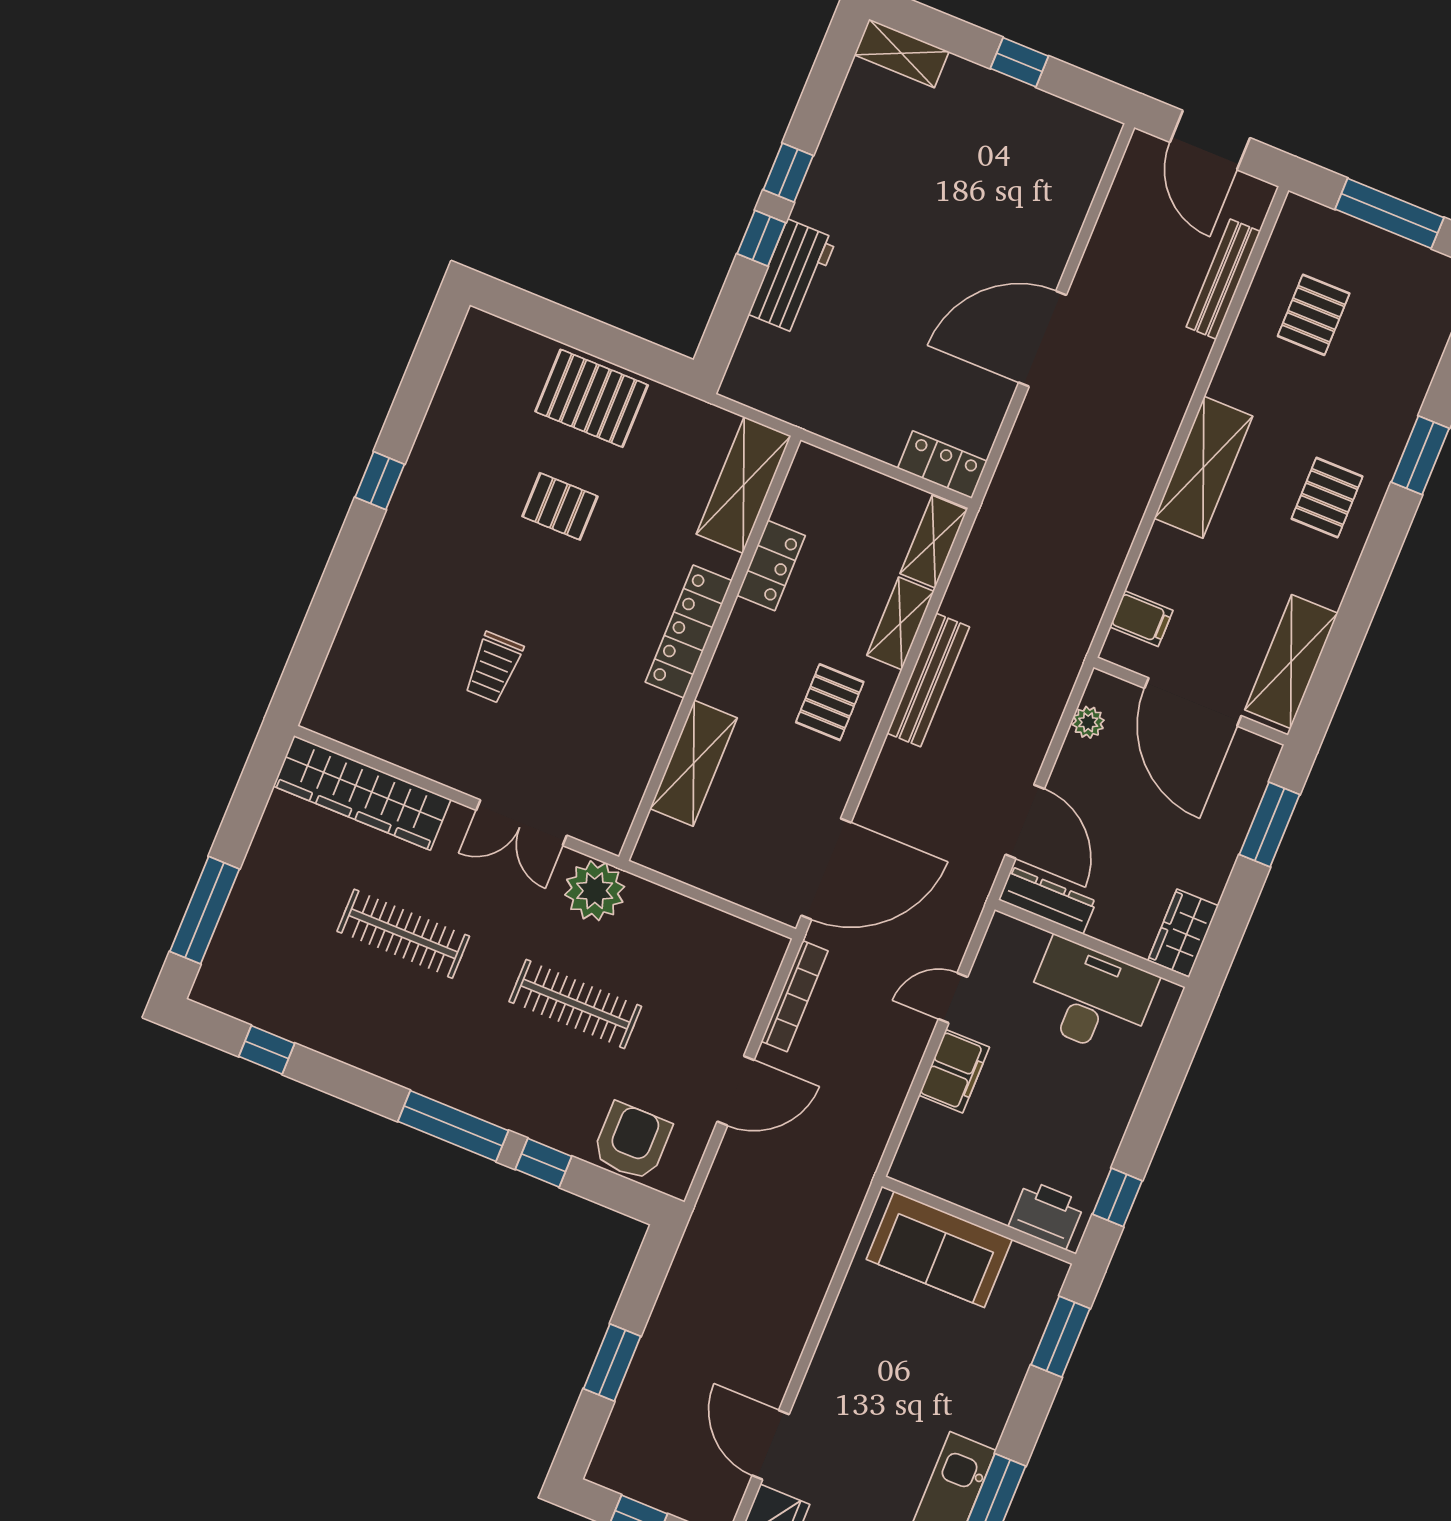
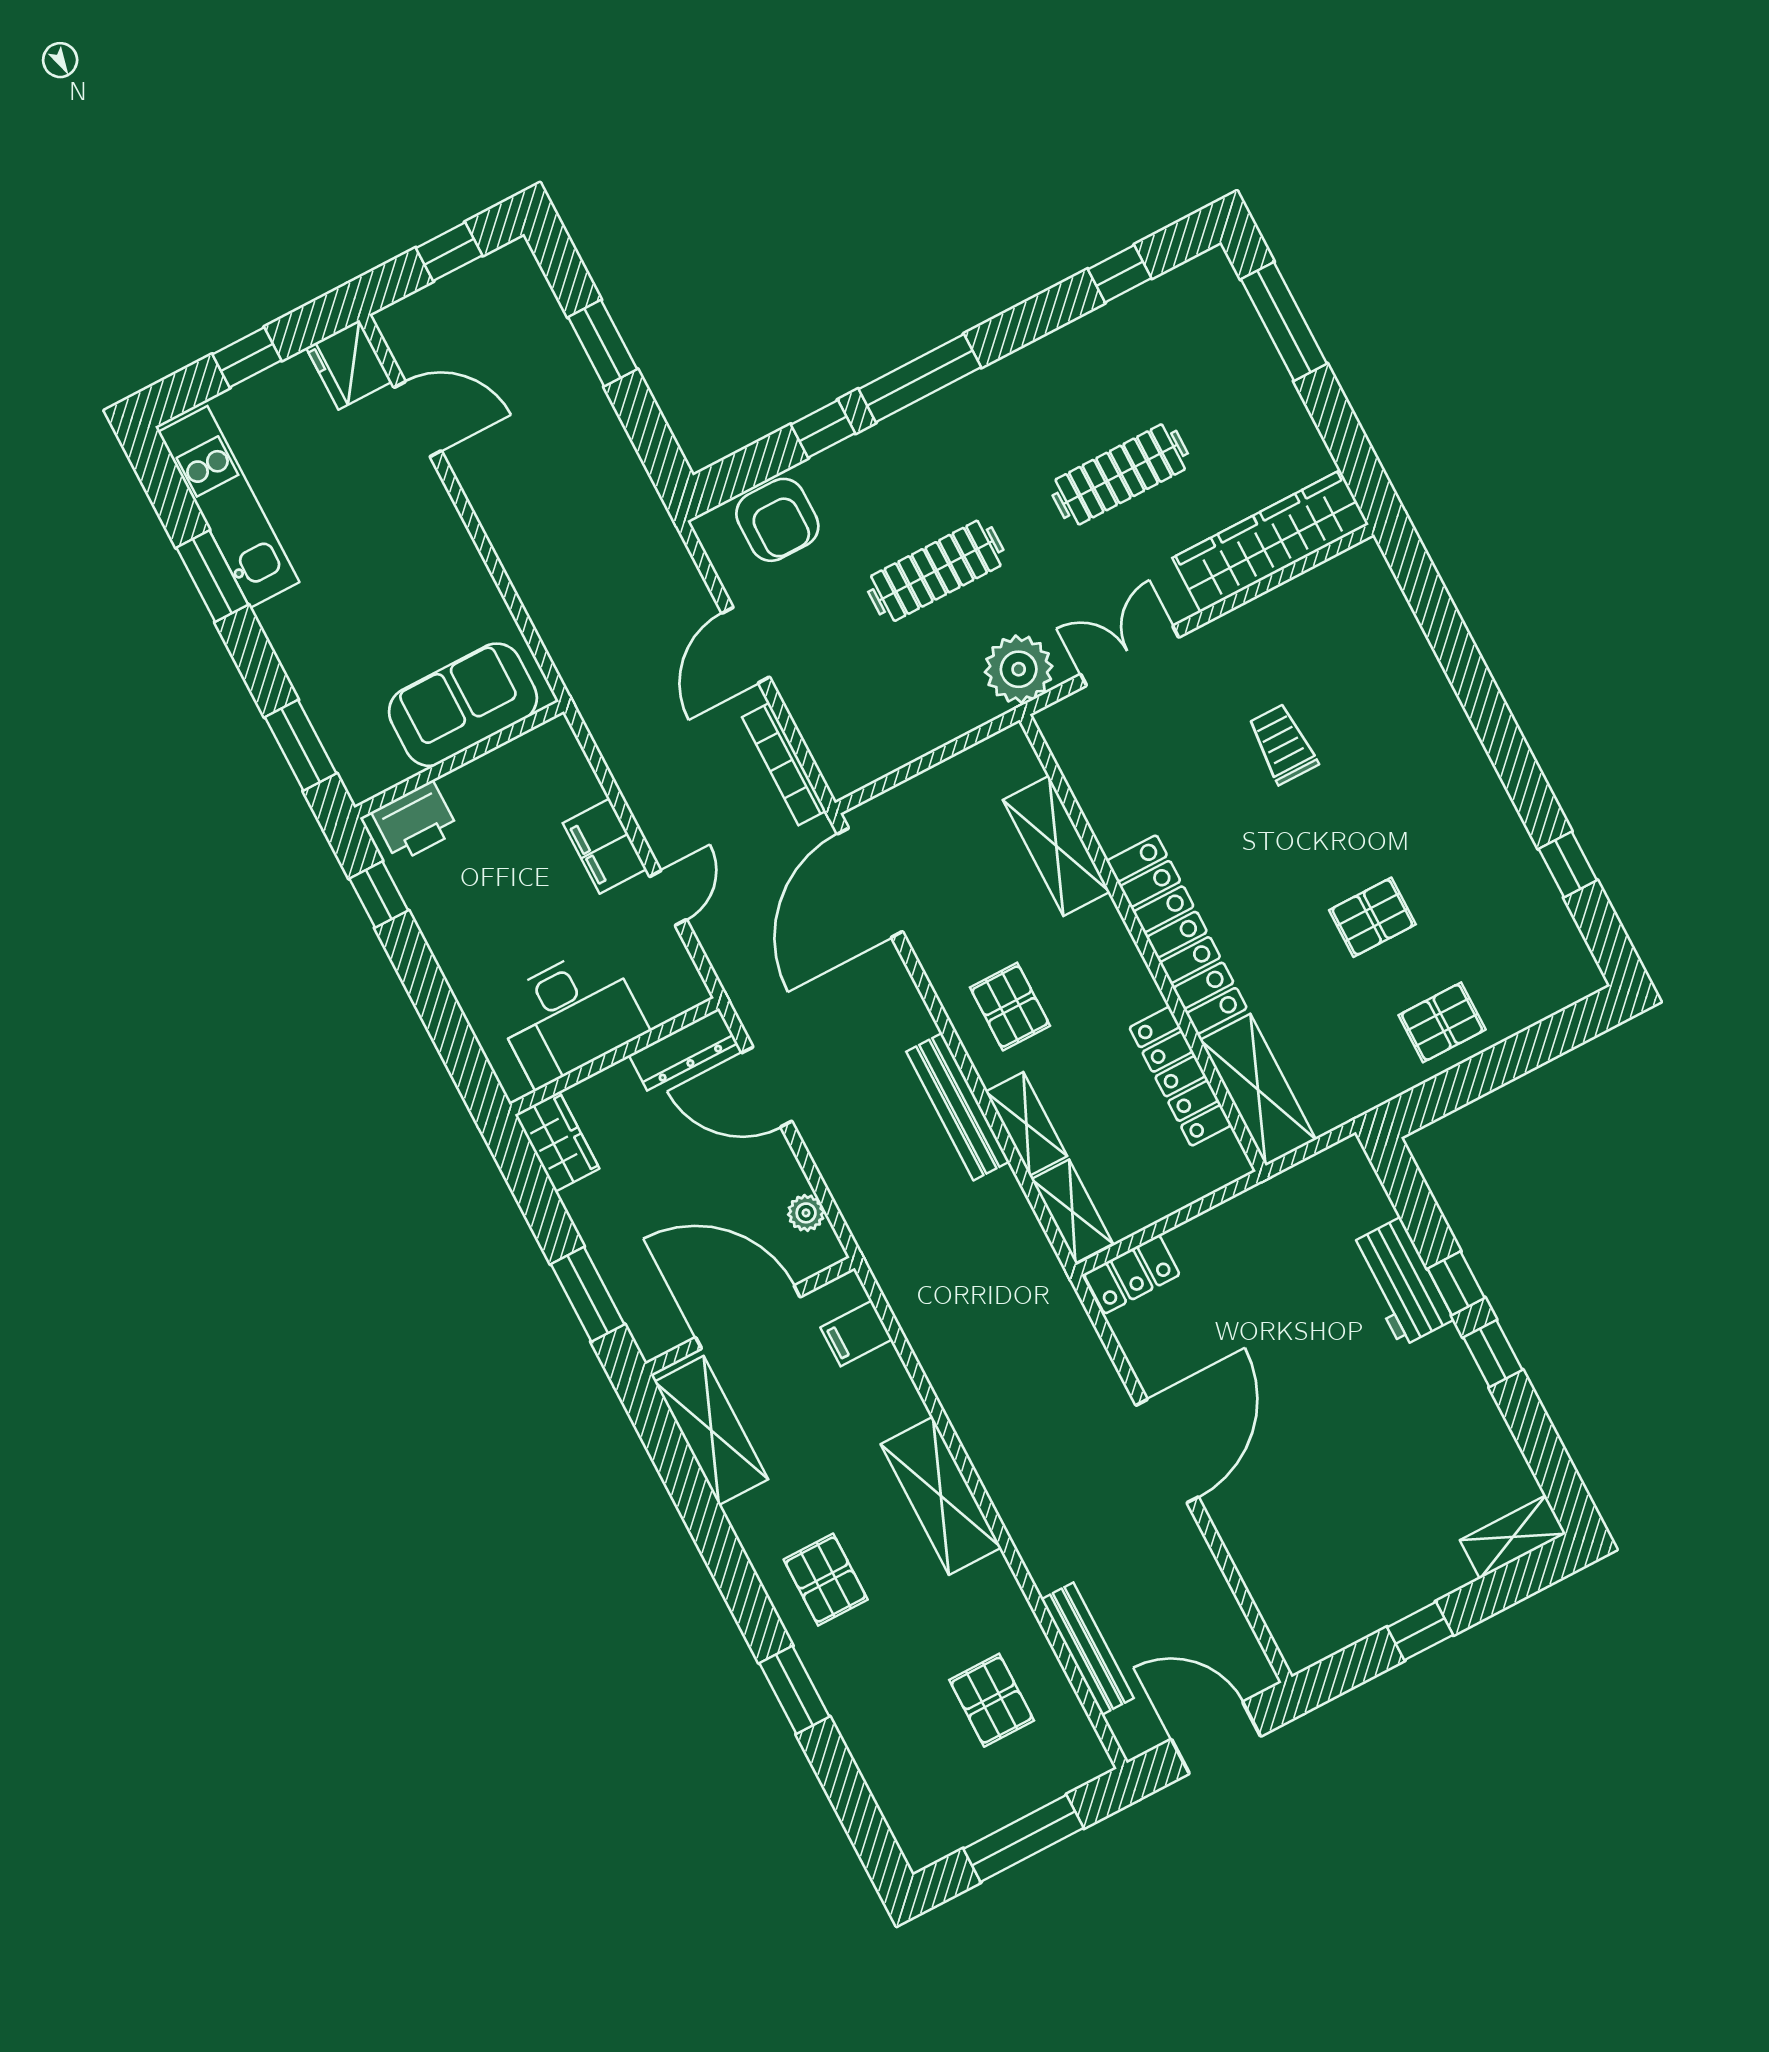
pallet: (592, 398) -> (1442, 1022), width x0.67, depth x0.71
window: (380, 481) -> (1568, 865), moved
locker: (771, 565) -> (1180, 1076), width x1.53
locker: (689, 631) -> (1177, 935), width x1.41, depth x1.21

